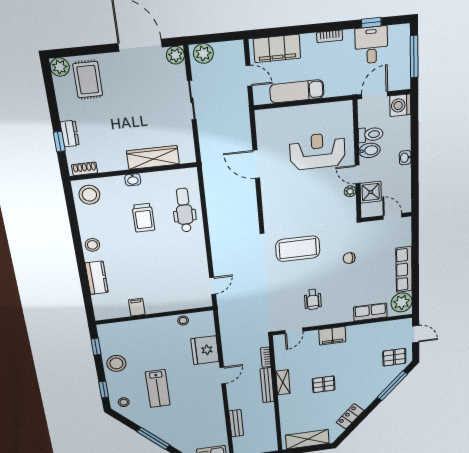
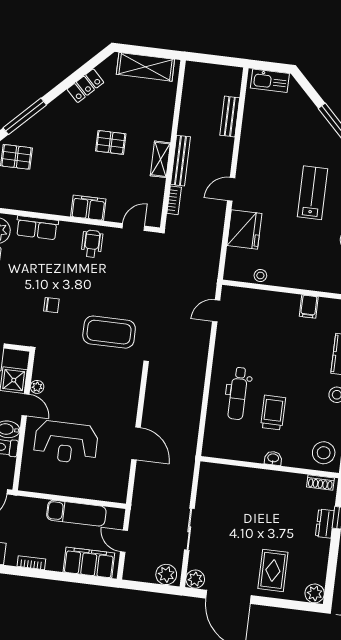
rug: (88, 80) -> (273, 570), moved
wardrobe: (153, 158) -> (245, 478), removed
dental chair: (184, 210) -> (238, 393), moved
wheelchair: (313, 299) -> (92, 244), moved

